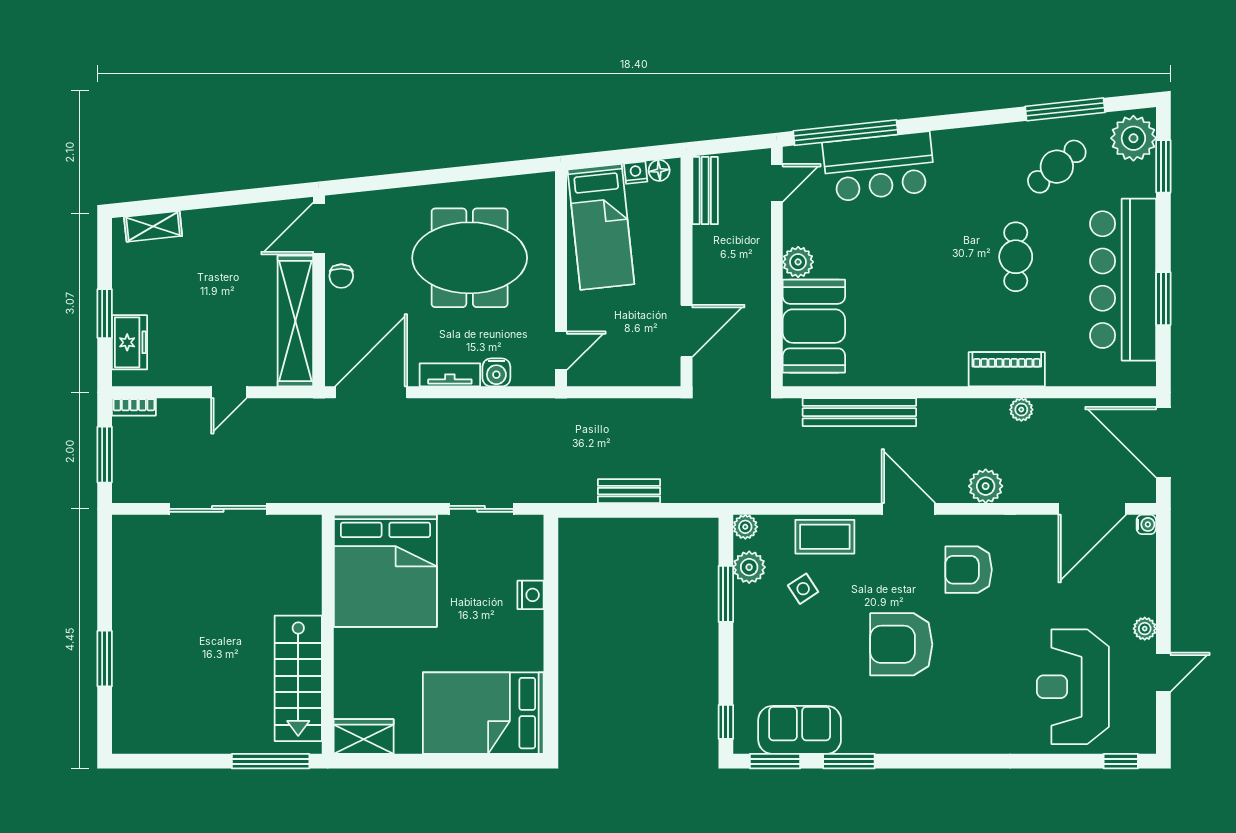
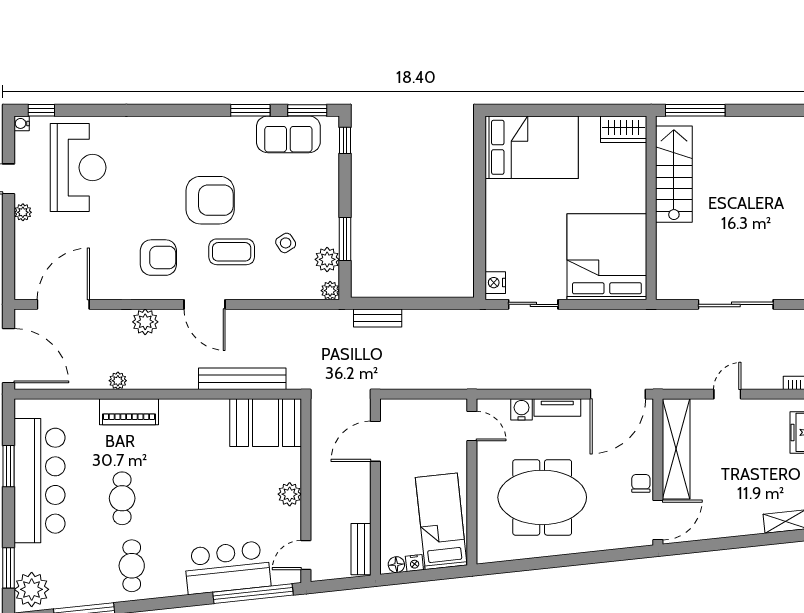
cafe table: (1057, 167) -> (132, 566), moved, turned -50
booth: (814, 326) -> (266, 423), moved, turned 90
door: (561, 351) -> (472, 426), swing flipped
bench: (629, 491) -> (378, 318), moved
water cooler: (1146, 524) -> (22, 123), moved
coffee table: (825, 537) -> (232, 252), moved
nightstand: (530, 595) -> (495, 283), moved

